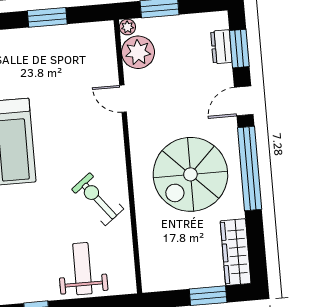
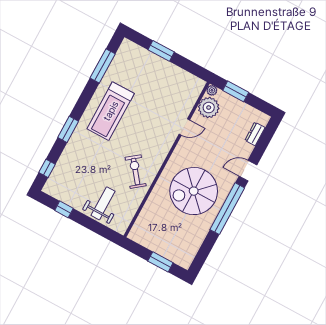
window: (47, 17) -> (161, 51), moved
window: (239, 49) -> (264, 141), removed
door: (123, 99) -> (184, 127), swing flipped
wardrobe: (236, 252) -> (190, 248), removed

